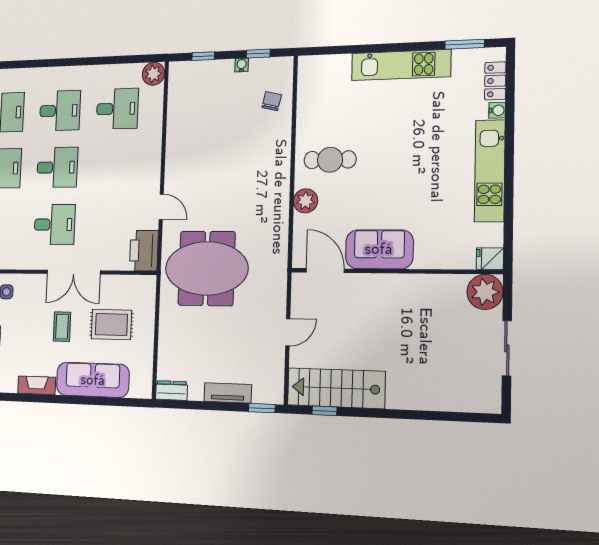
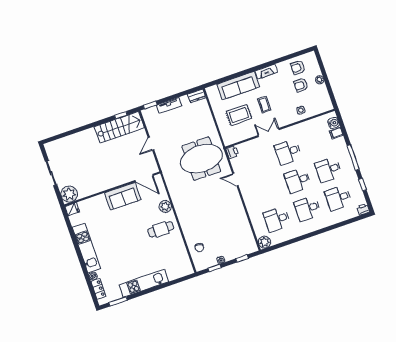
printer: (144, 251) -> (232, 152), width x0.53, depth x0.68
double door: (74, 272) -> (269, 133), width x0.73

